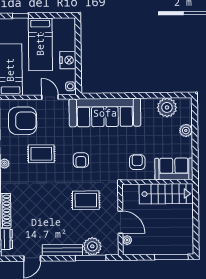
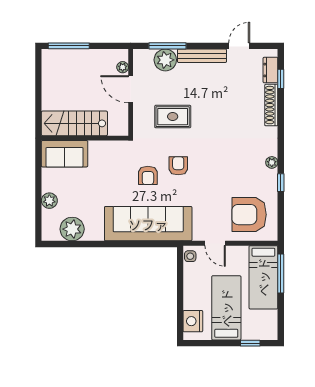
nightstand: (68, 60) -> (193, 321), moved
rug: (41, 154) -> (227, 174), removed
armchair: (137, 162) -> (148, 175), moved

